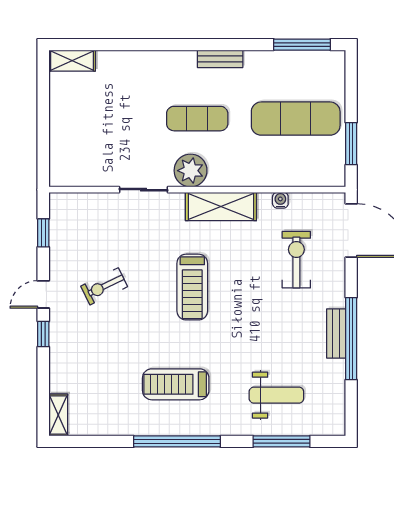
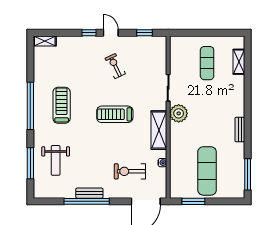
shelving: (72, 61) -> (239, 62), moved
exercise mat: (197, 119) -> (207, 63), moved
exercise bike: (296, 260) -> (130, 171), turned 180

